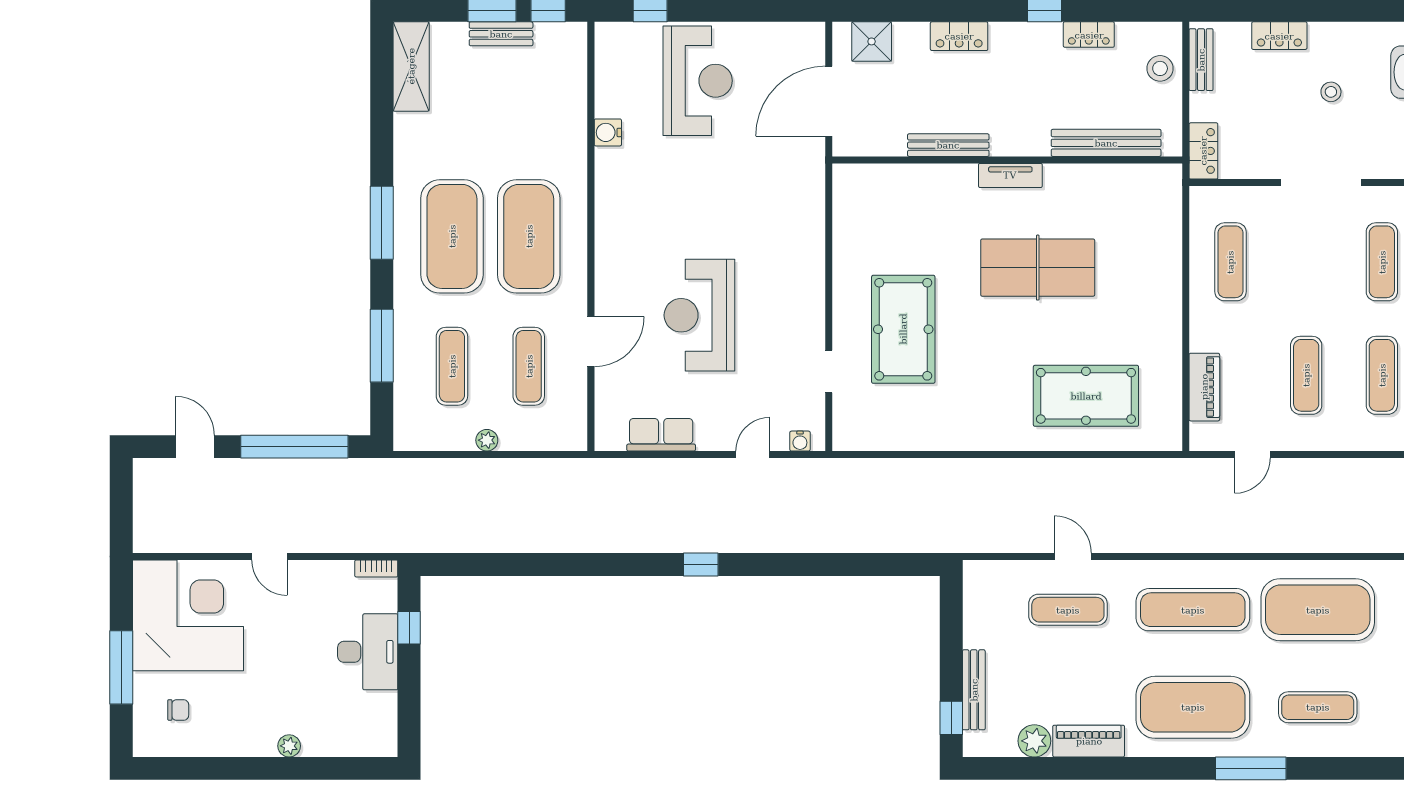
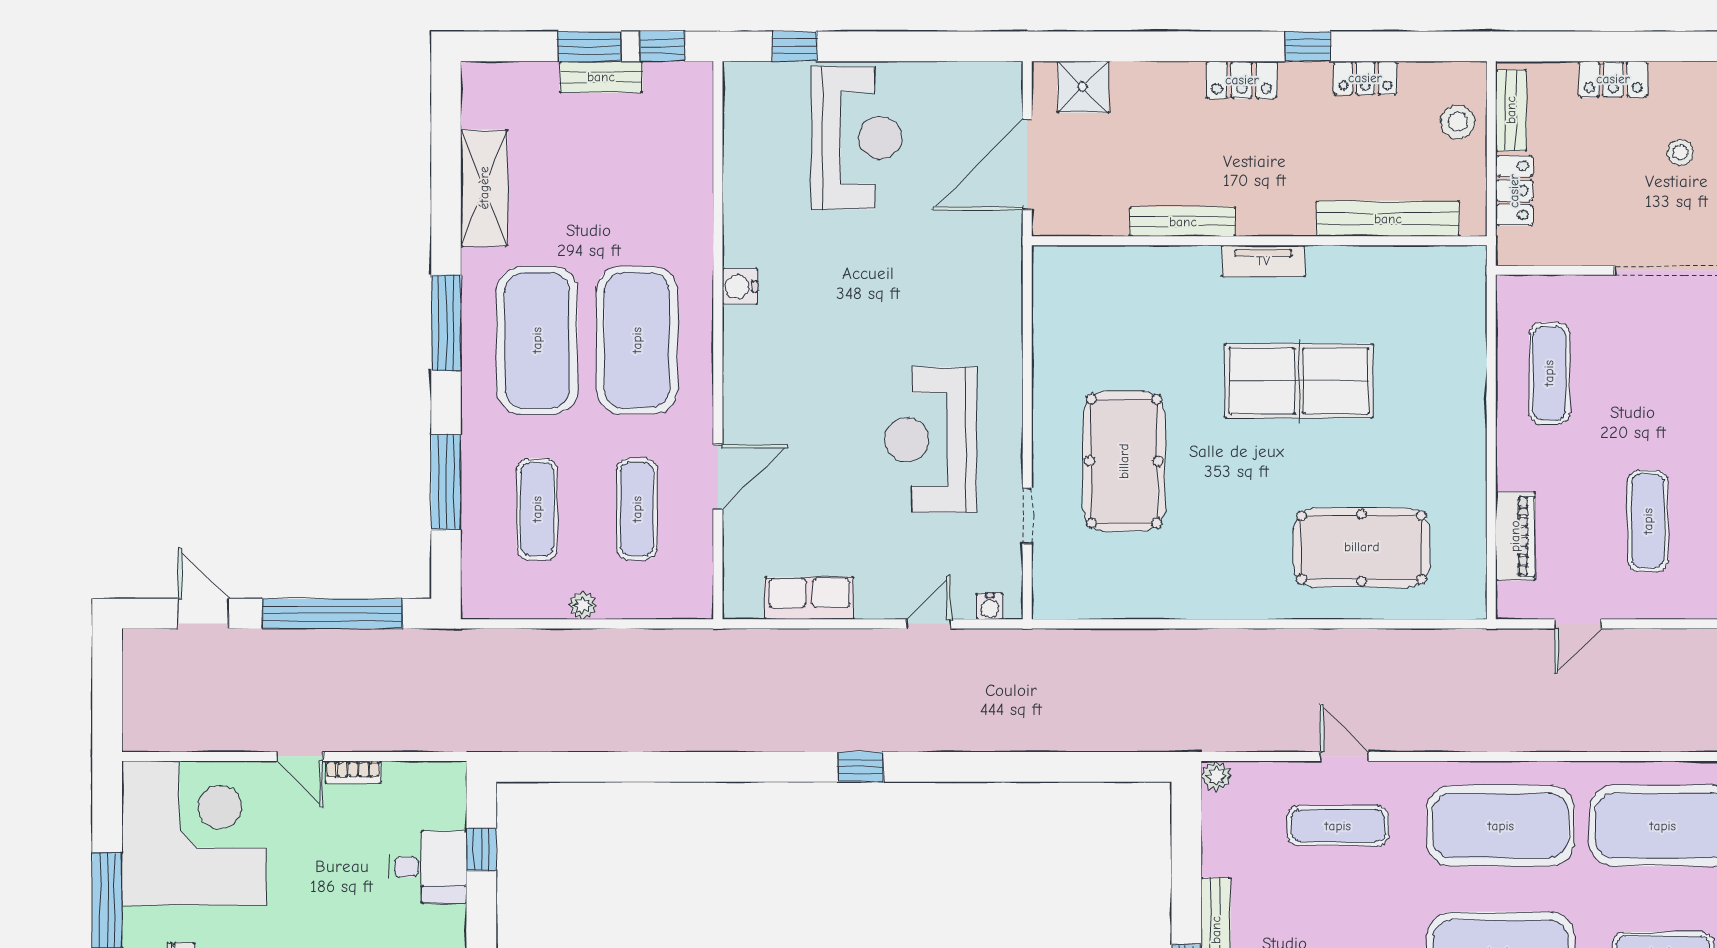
locker: (959, 36) -> (1242, 80), moved
shelving: (411, 66) -> (484, 188), moved
water cooler: (608, 132) -> (740, 286), moved
locker: (1203, 151) -> (1514, 191), moved
reception desk: (699, 315) -> (931, 440), moved
bookcase: (376, 568) -> (353, 772), moved
plant: (974, 572) -> (1216, 776), added
exercise mat: (1193, 610) -> (1501, 826), width x1.47
desk: (368, 652) -> (428, 867), width x0.73

